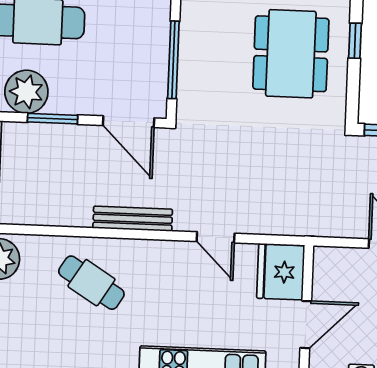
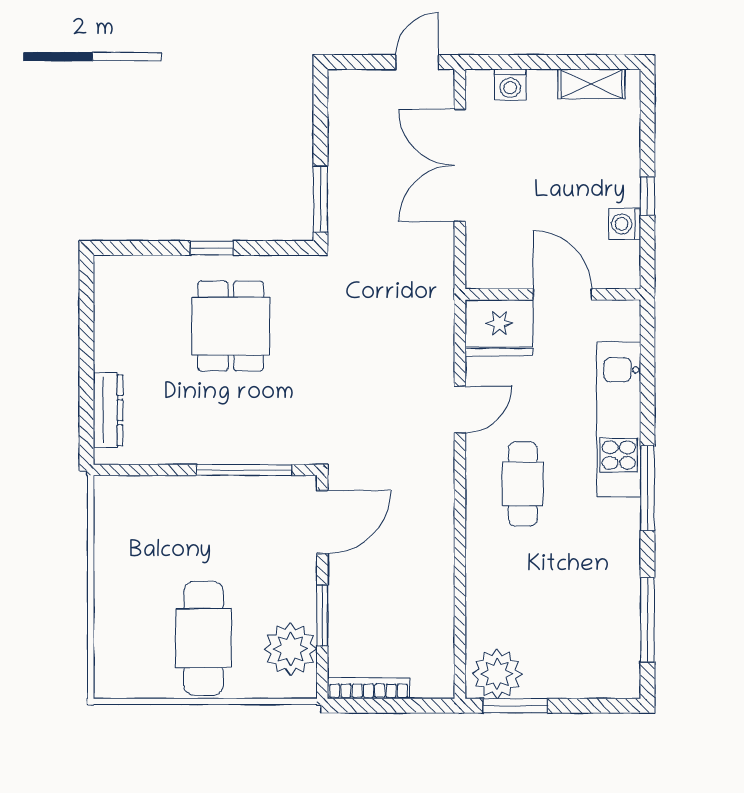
dining table: (291, 54) -> (231, 326), width x0.73
bench: (133, 219) -> (441, 512), removed
cafe table: (91, 283) -> (523, 484), moved, turned -32

